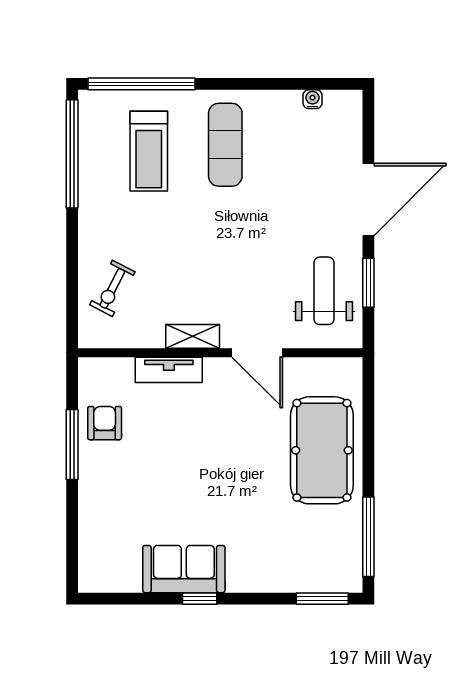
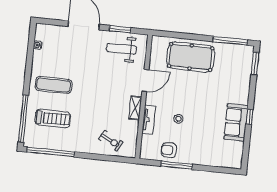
stool: (178, 437) -> (178, 119), added

